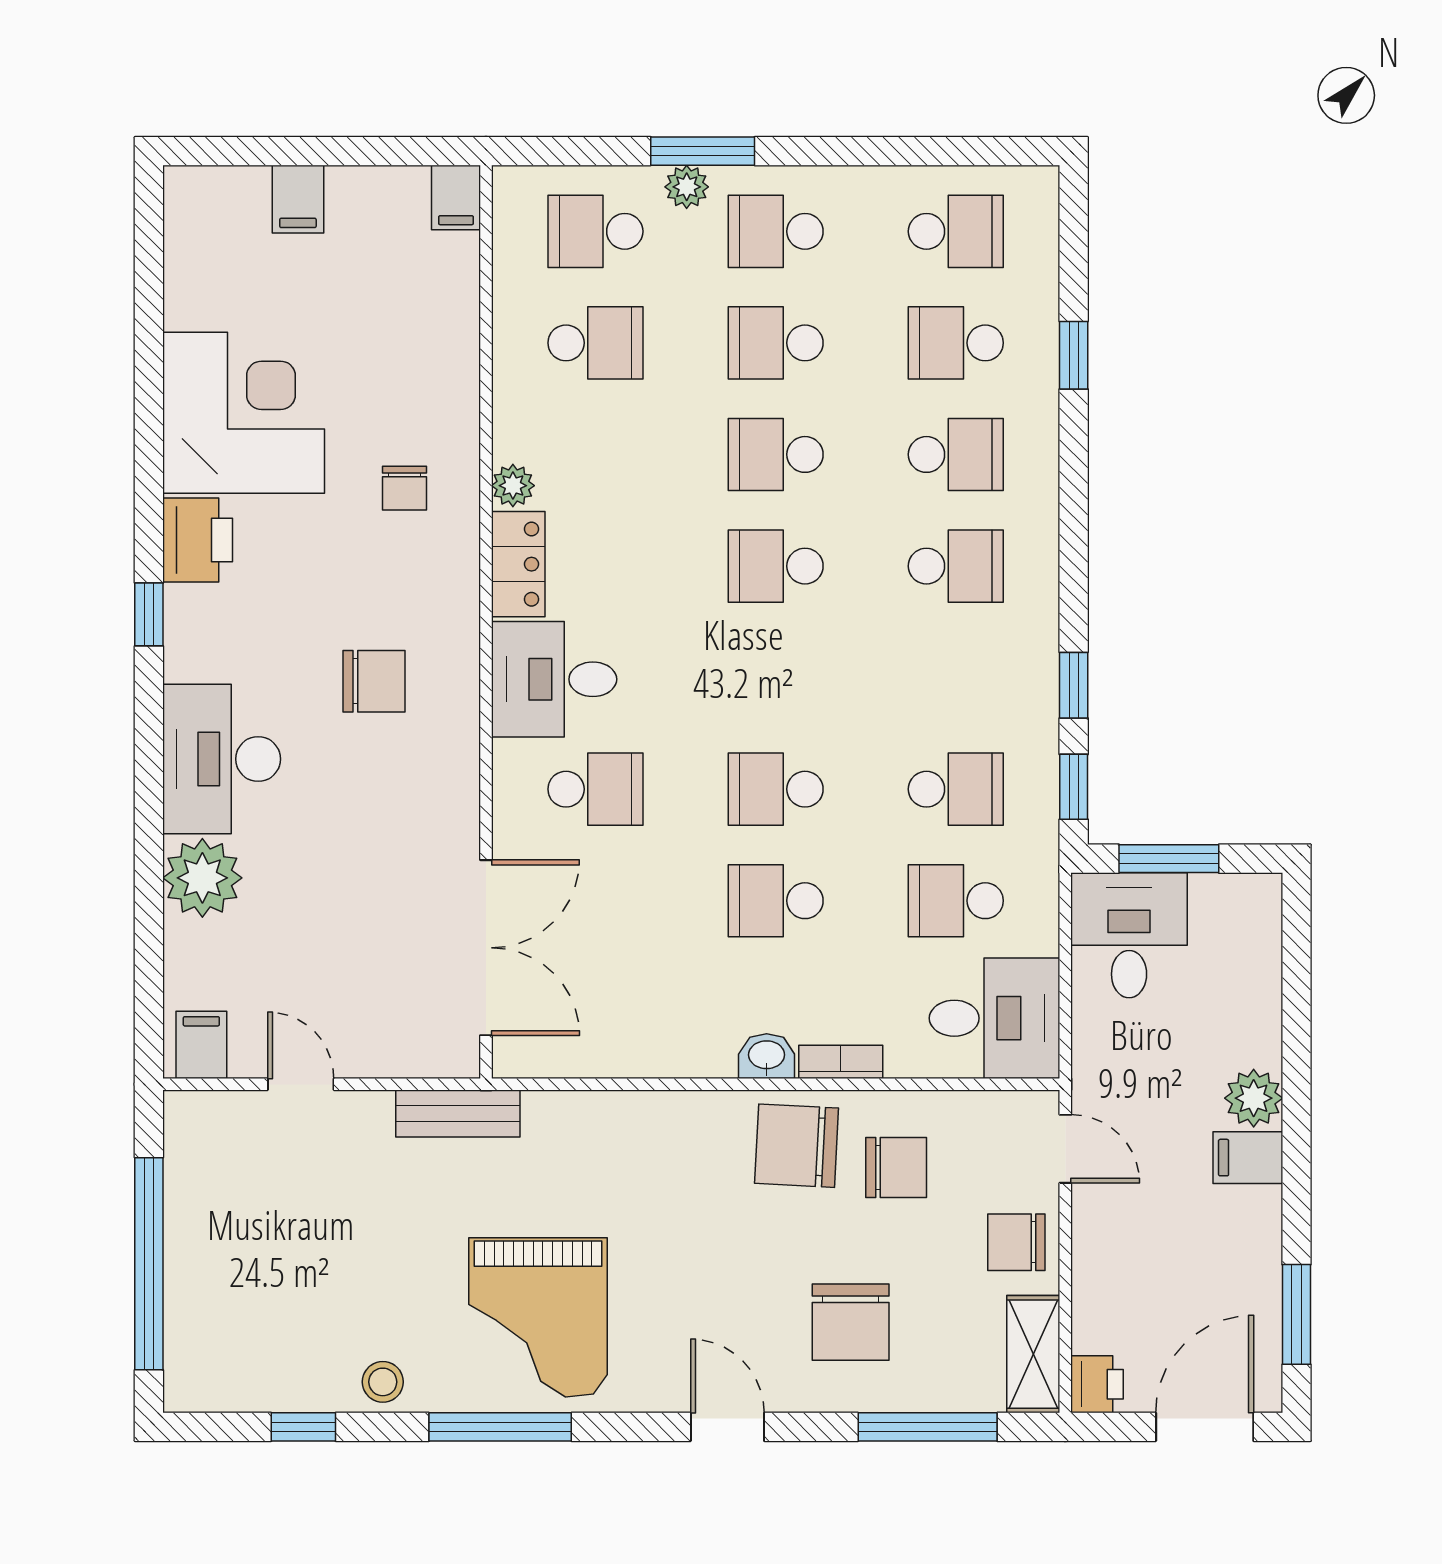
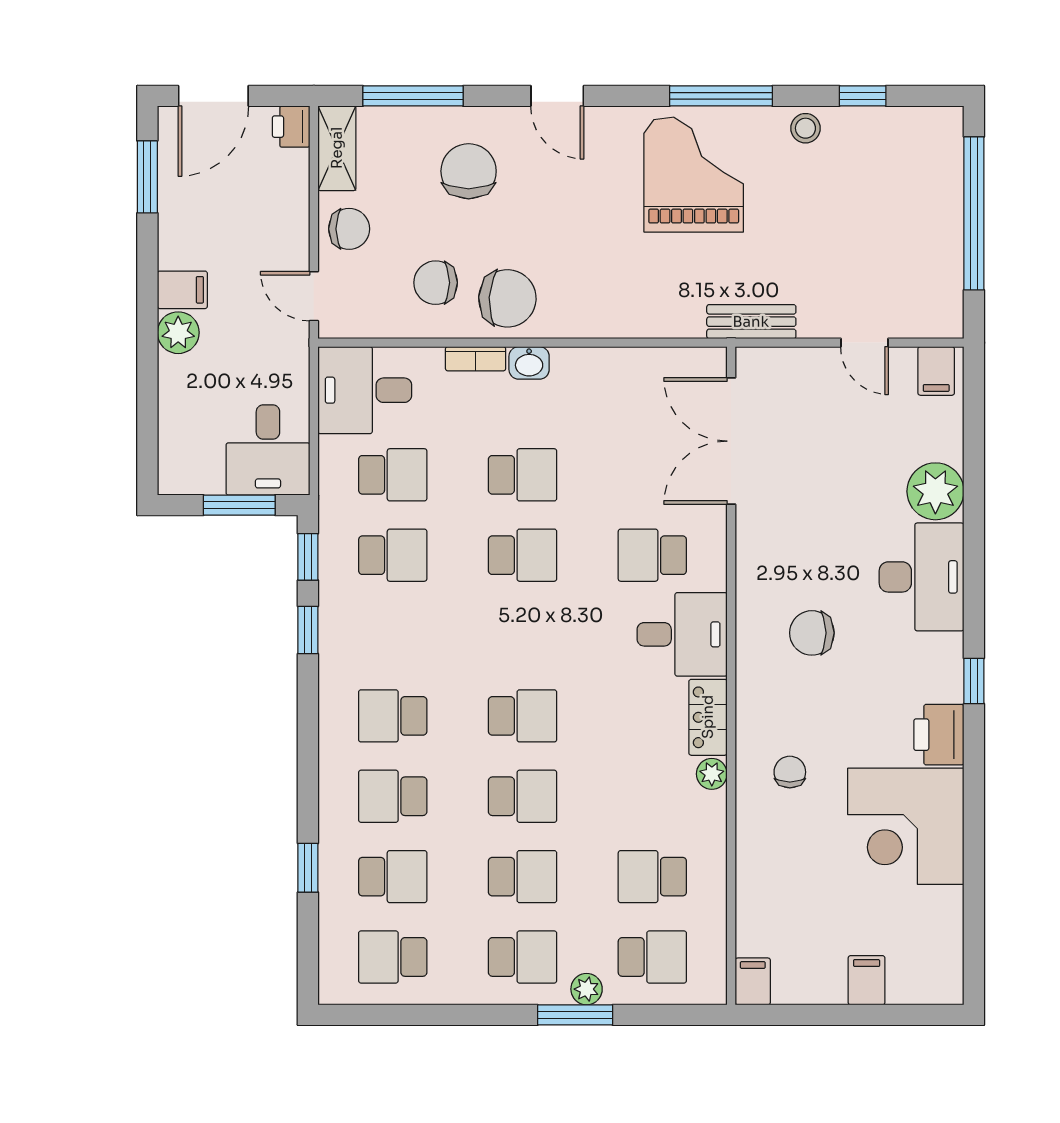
school desk: (956, 789) -> (393, 555), turned 180

